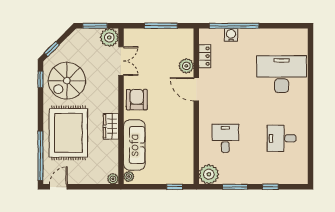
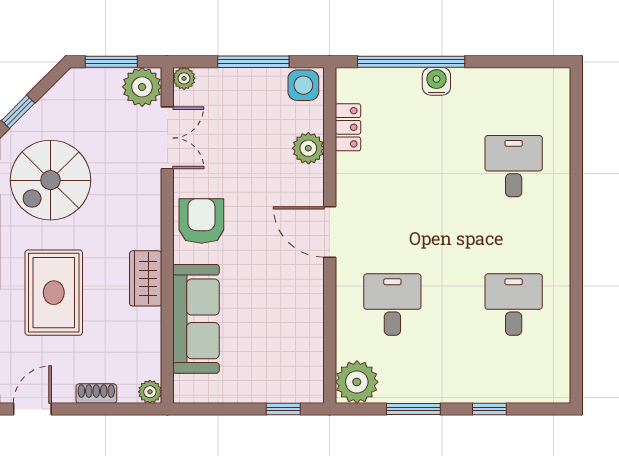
water cooler: (231, 35) -> (436, 81), moved
side table: (184, 37) -> (303, 85), added
desk: (282, 74) -> (514, 166), width x0.53, depth x0.77
door: (196, 89) -> (330, 232), moved
rug: (68, 133) -> (54, 293), width x0.73, depth x0.69
desk: (282, 138) -> (514, 305), turned 90
plant: (129, 176) -> (184, 78), moved
shoe rack: (88, 180) -> (96, 394), added

